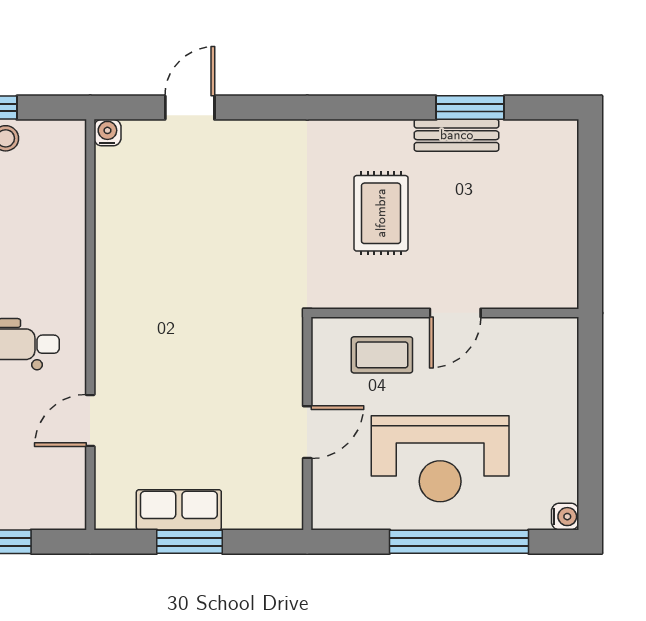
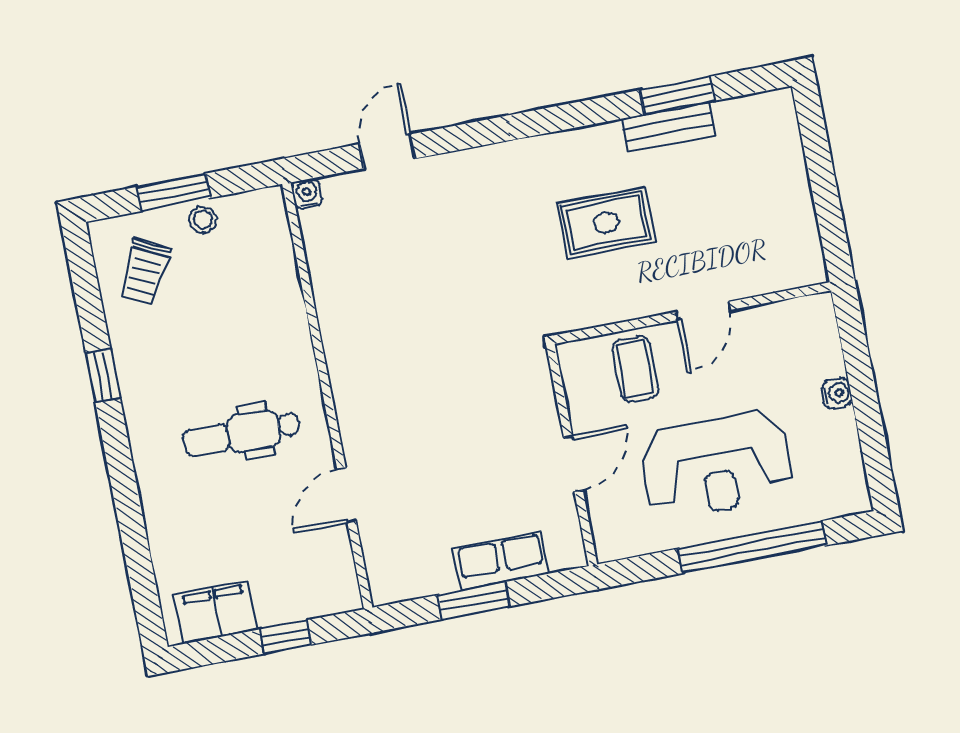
rug: (381, 213) -> (606, 223), turned 90
coffee table: (382, 355) -> (635, 369), turned 90
row of seats: (179, 510) -> (501, 561), moved
water cooler: (565, 517) -> (837, 393), moved

